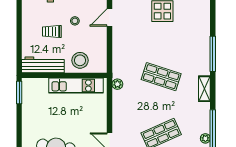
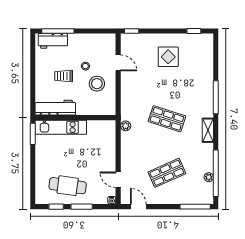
door: (110, 18) -> (118, 63), swing flipped
stool: (80, 60) -> (97, 84), moved
kitchen unit: (76, 86) -> (61, 127), moved

